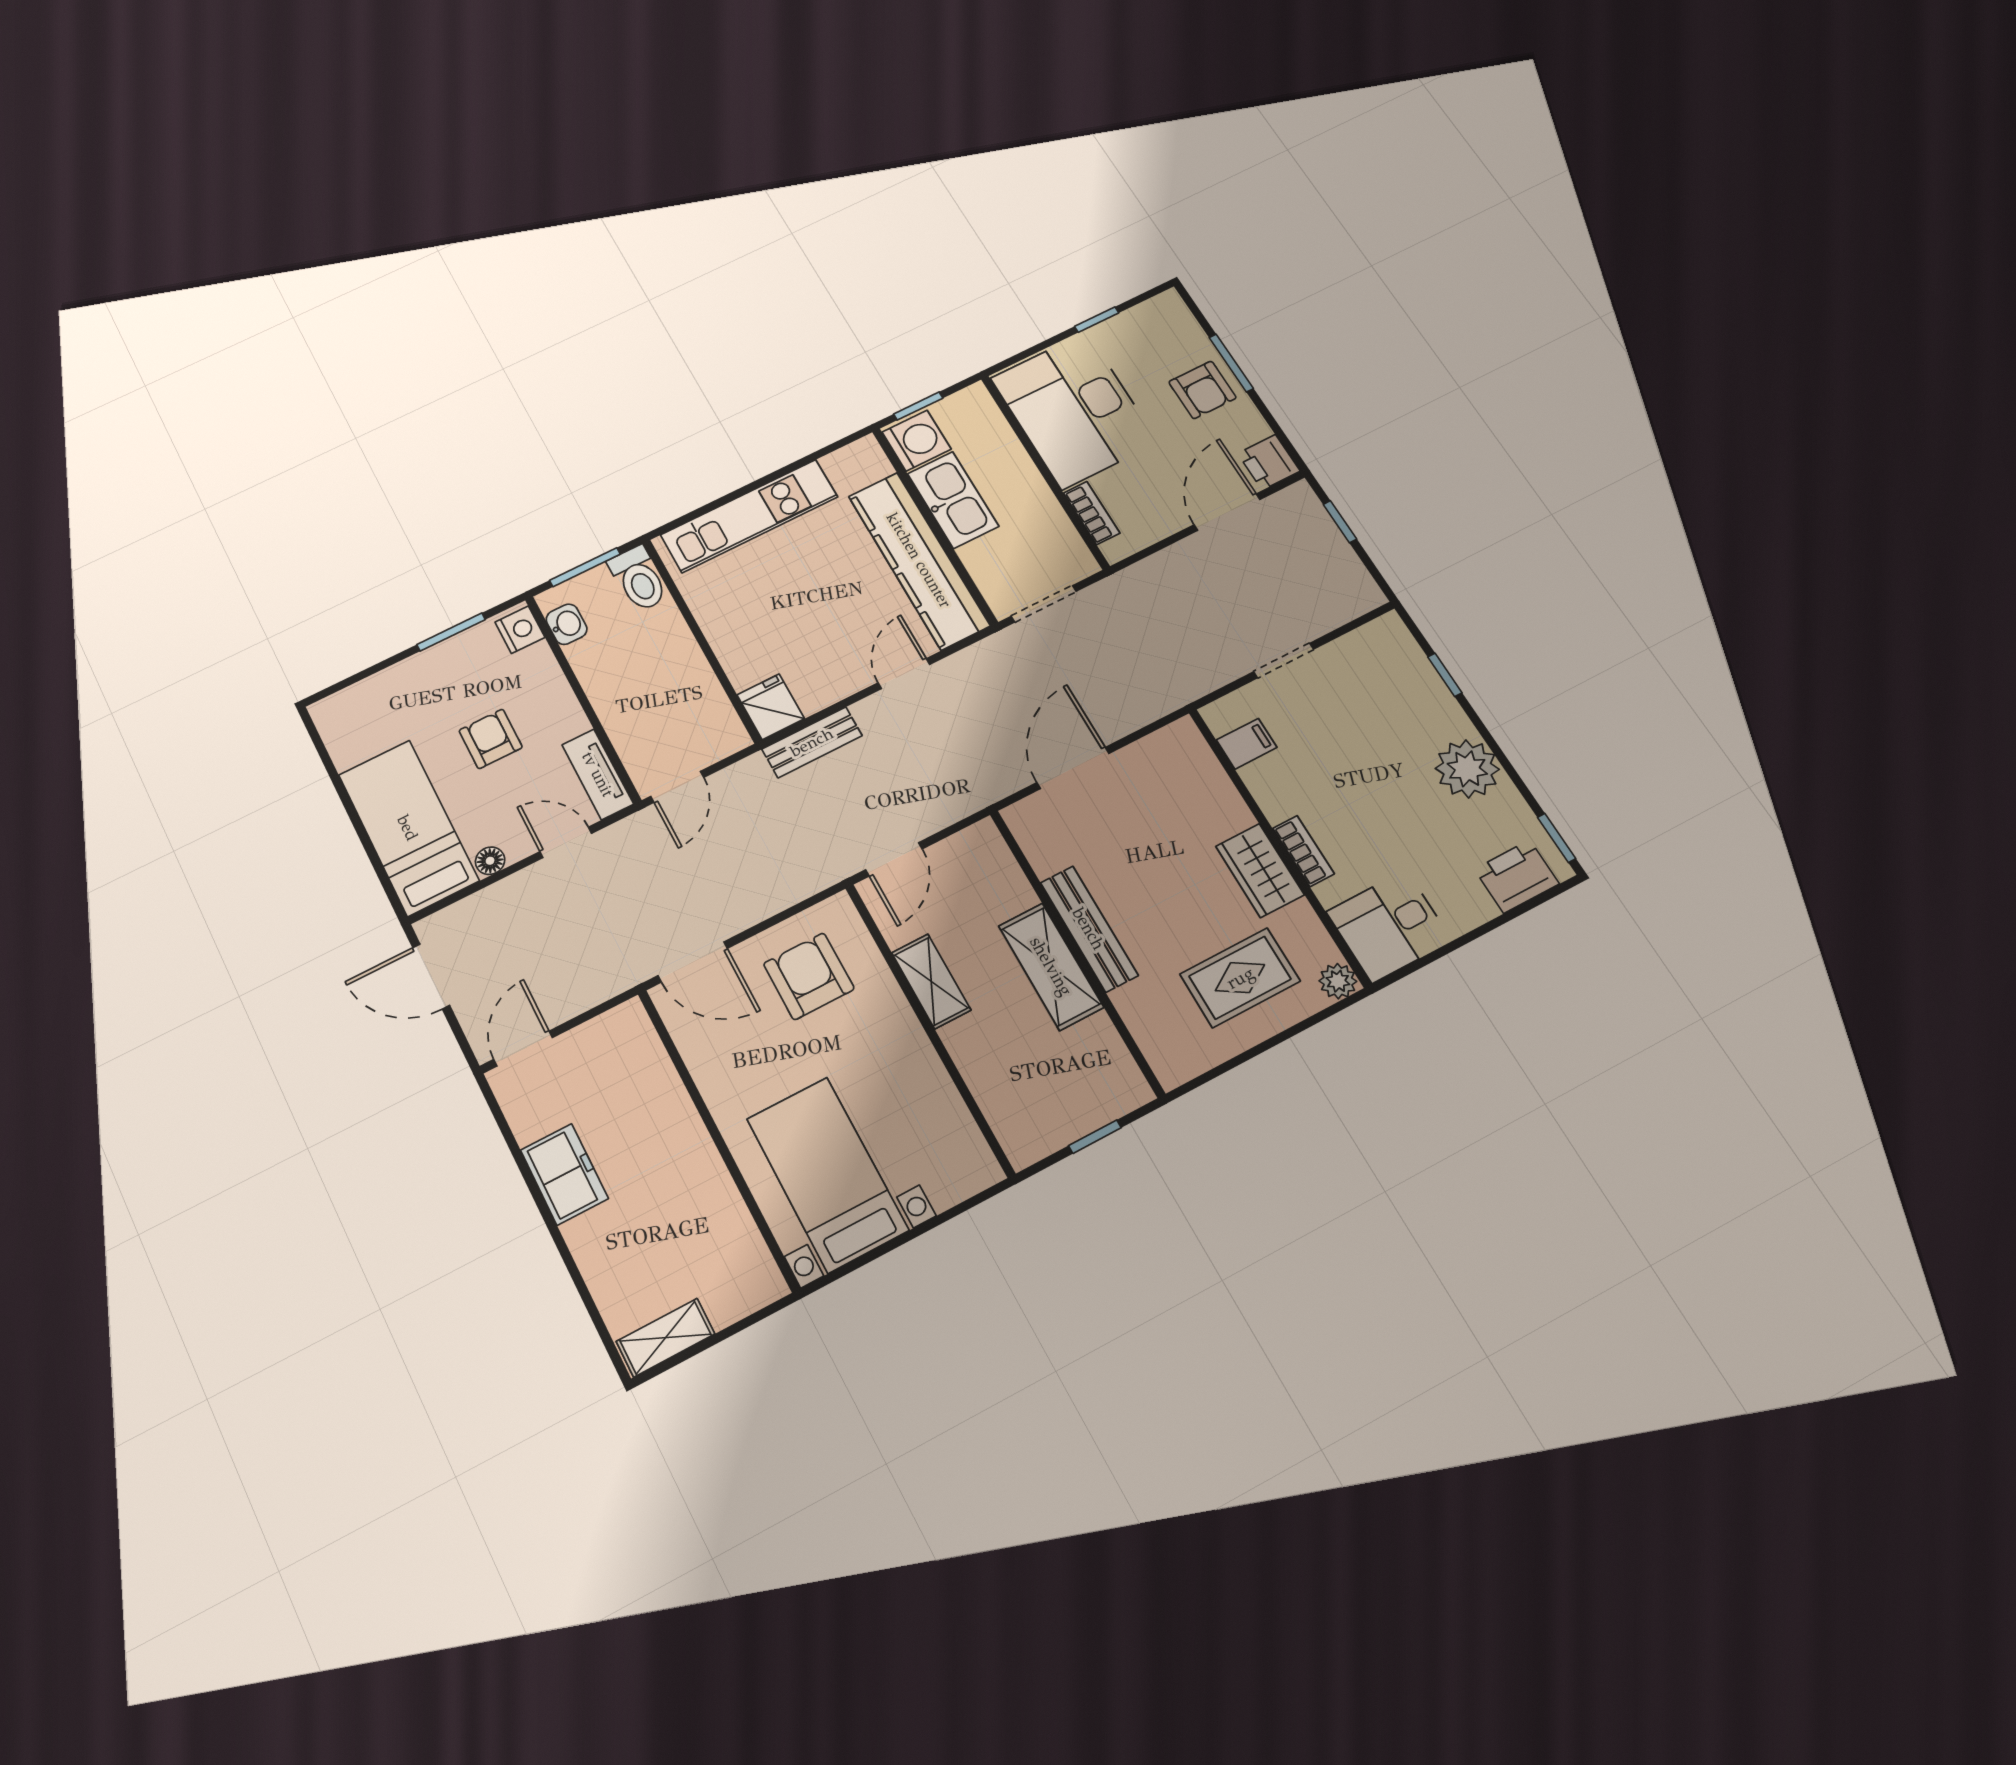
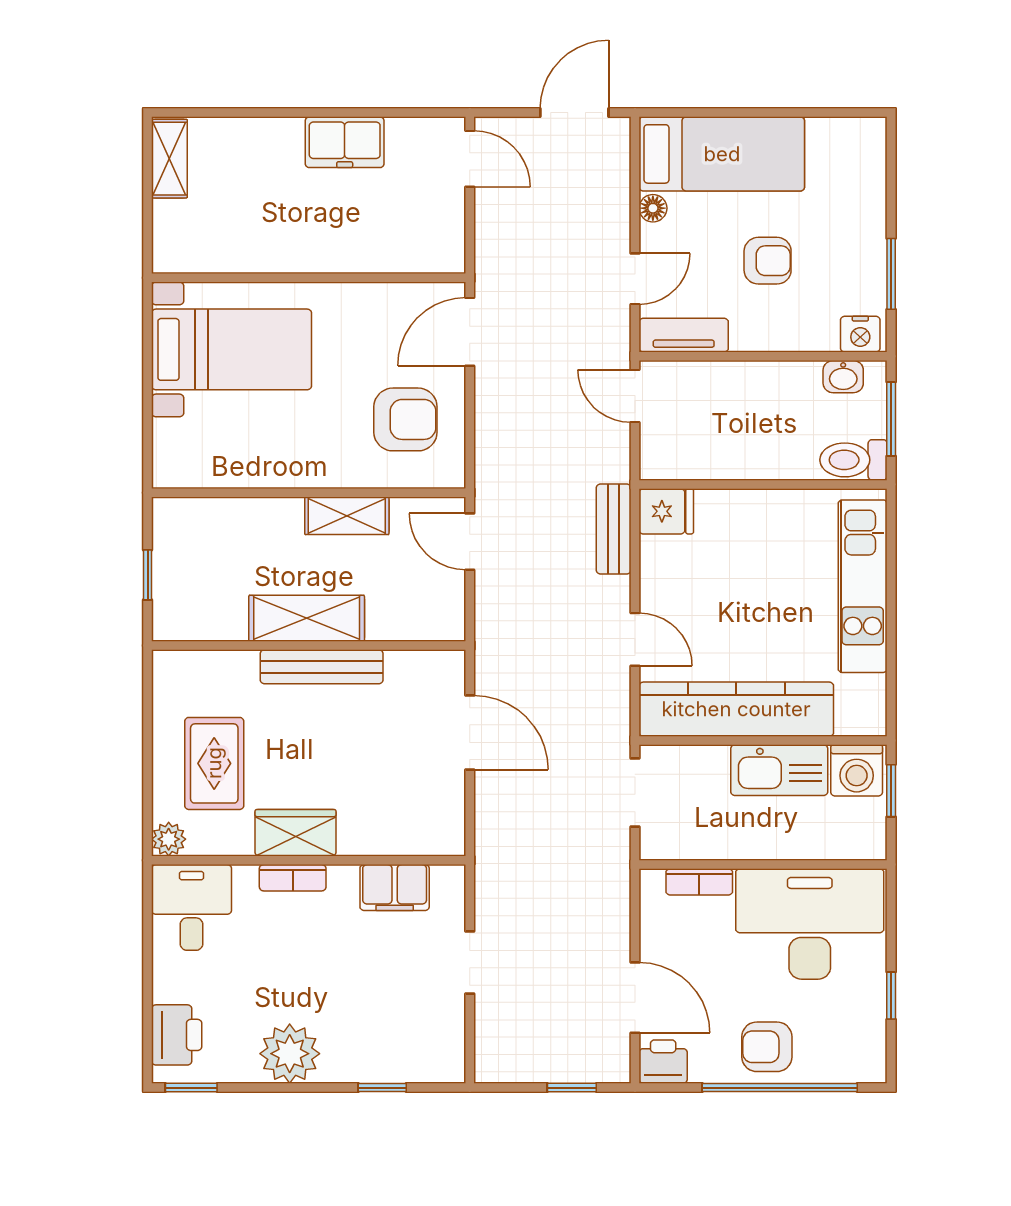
window: (1231, 363) -> (780, 1088), width x2.11
filing cabinet: (1247, 744) -> (395, 888), width x2.00

